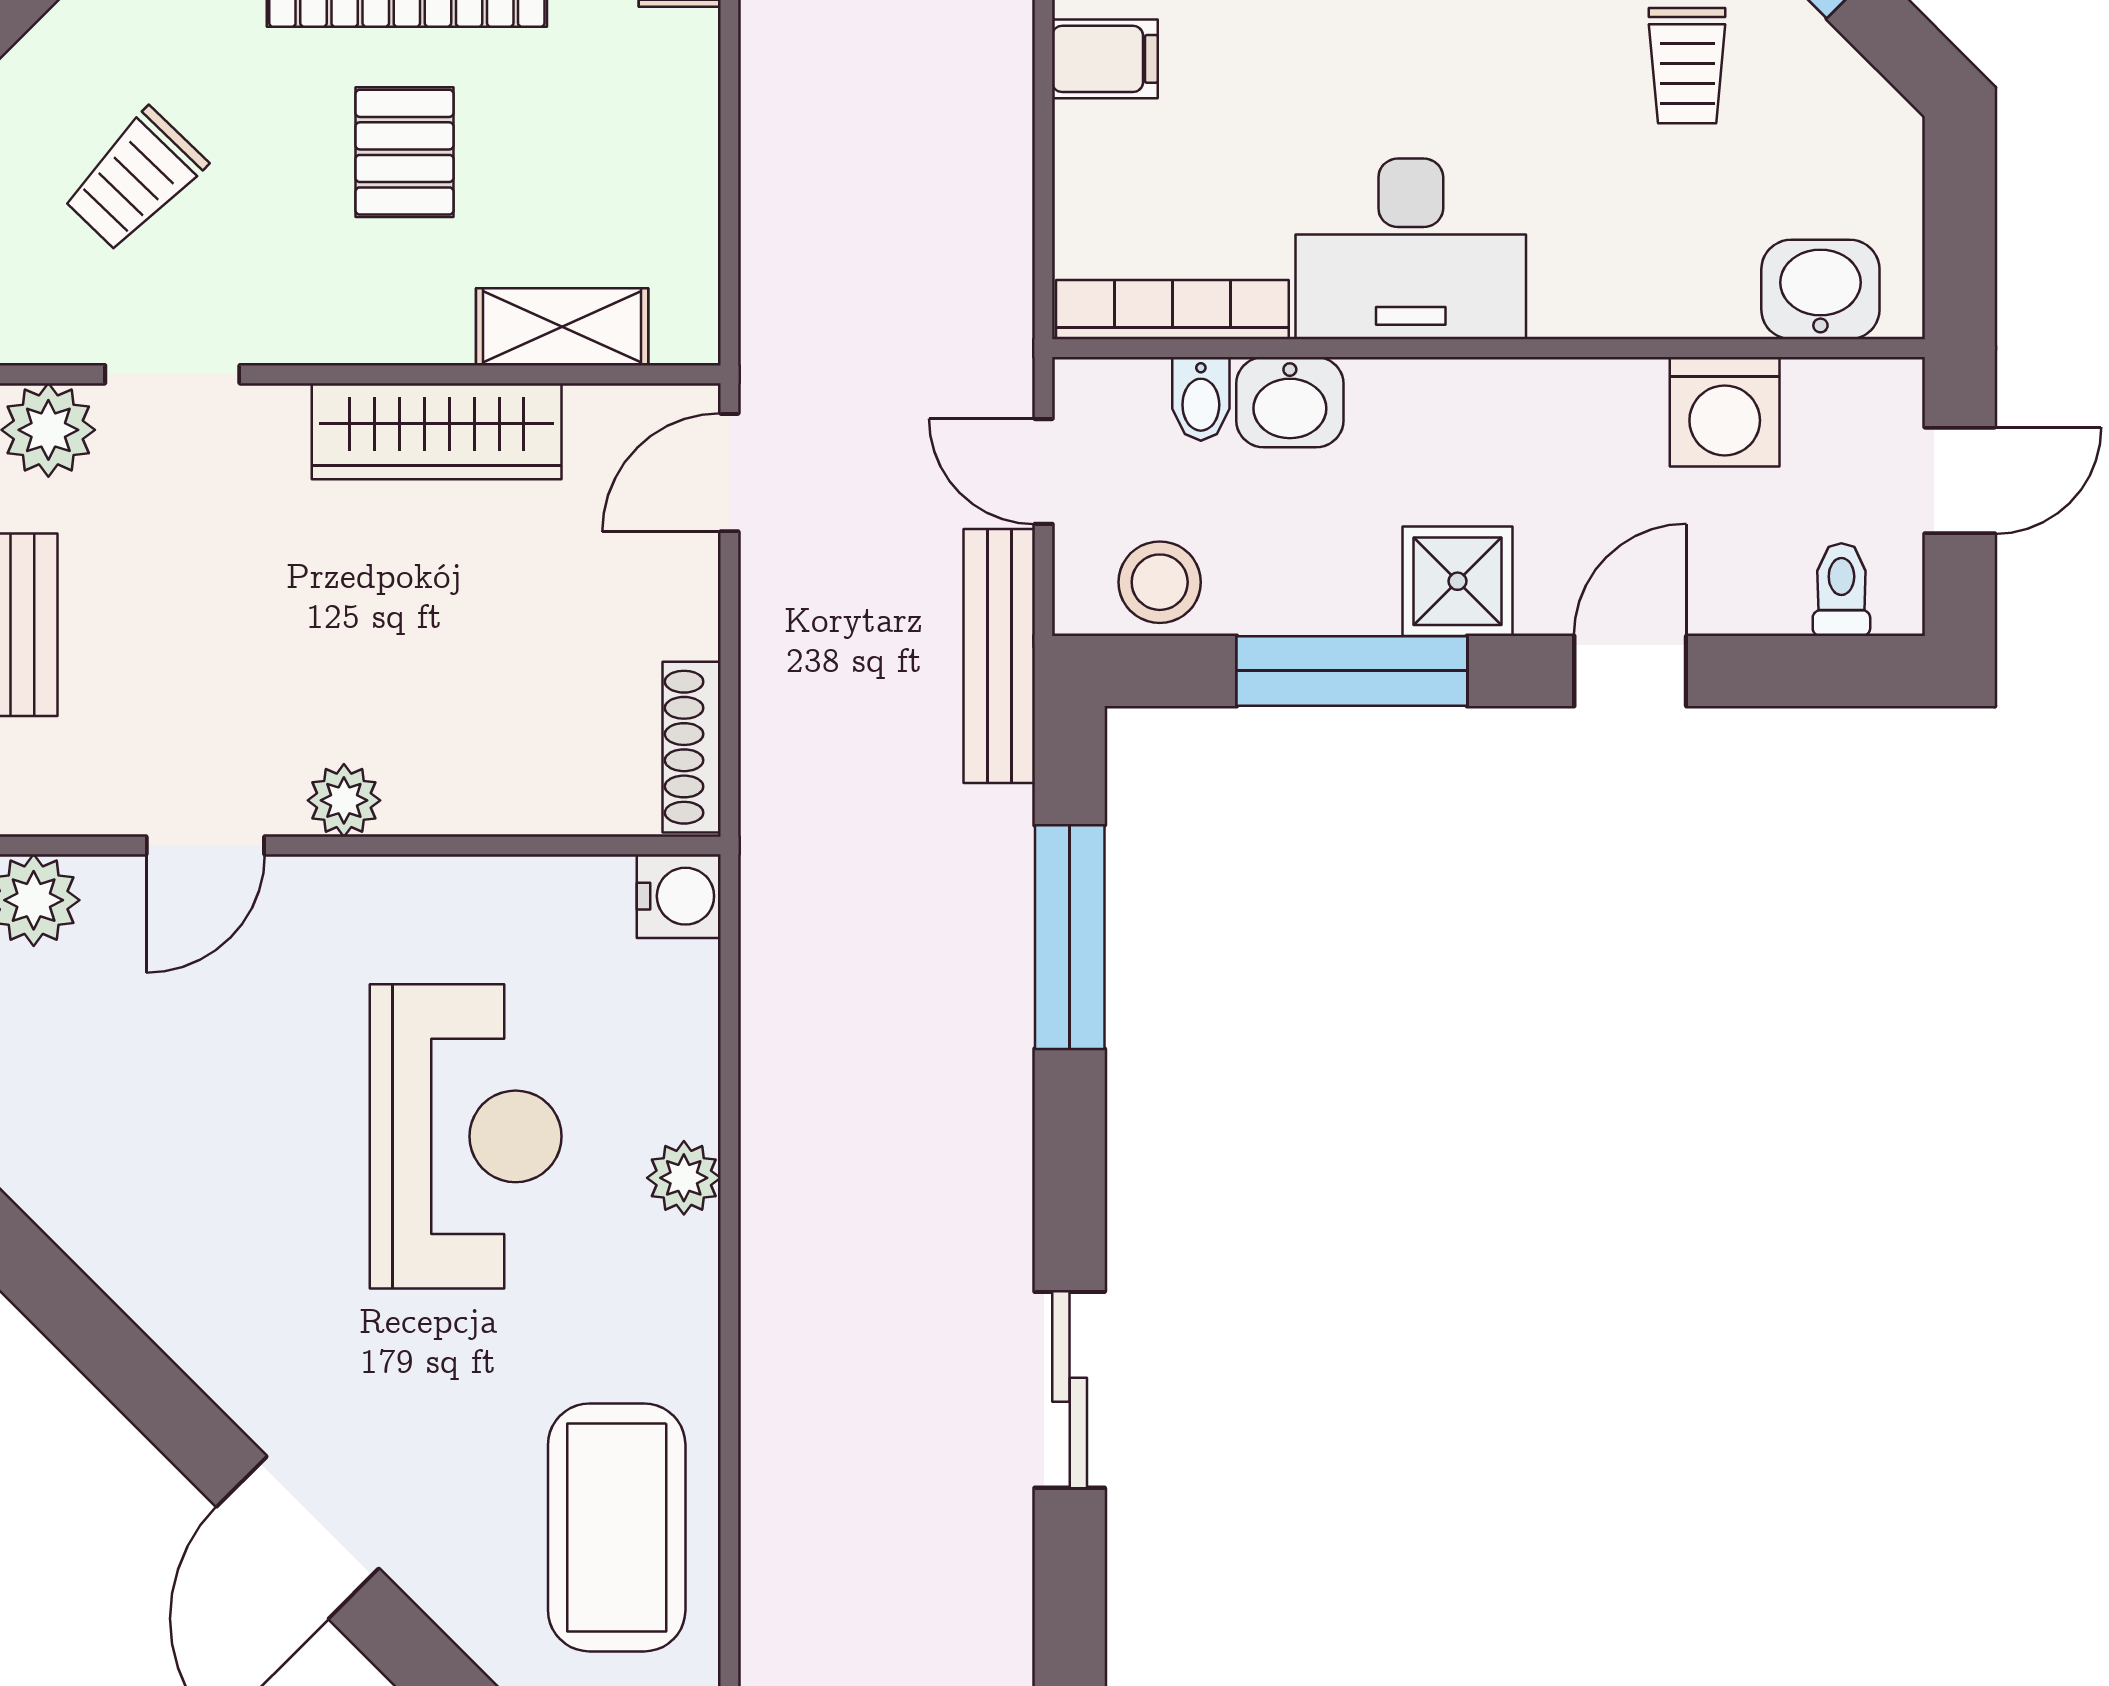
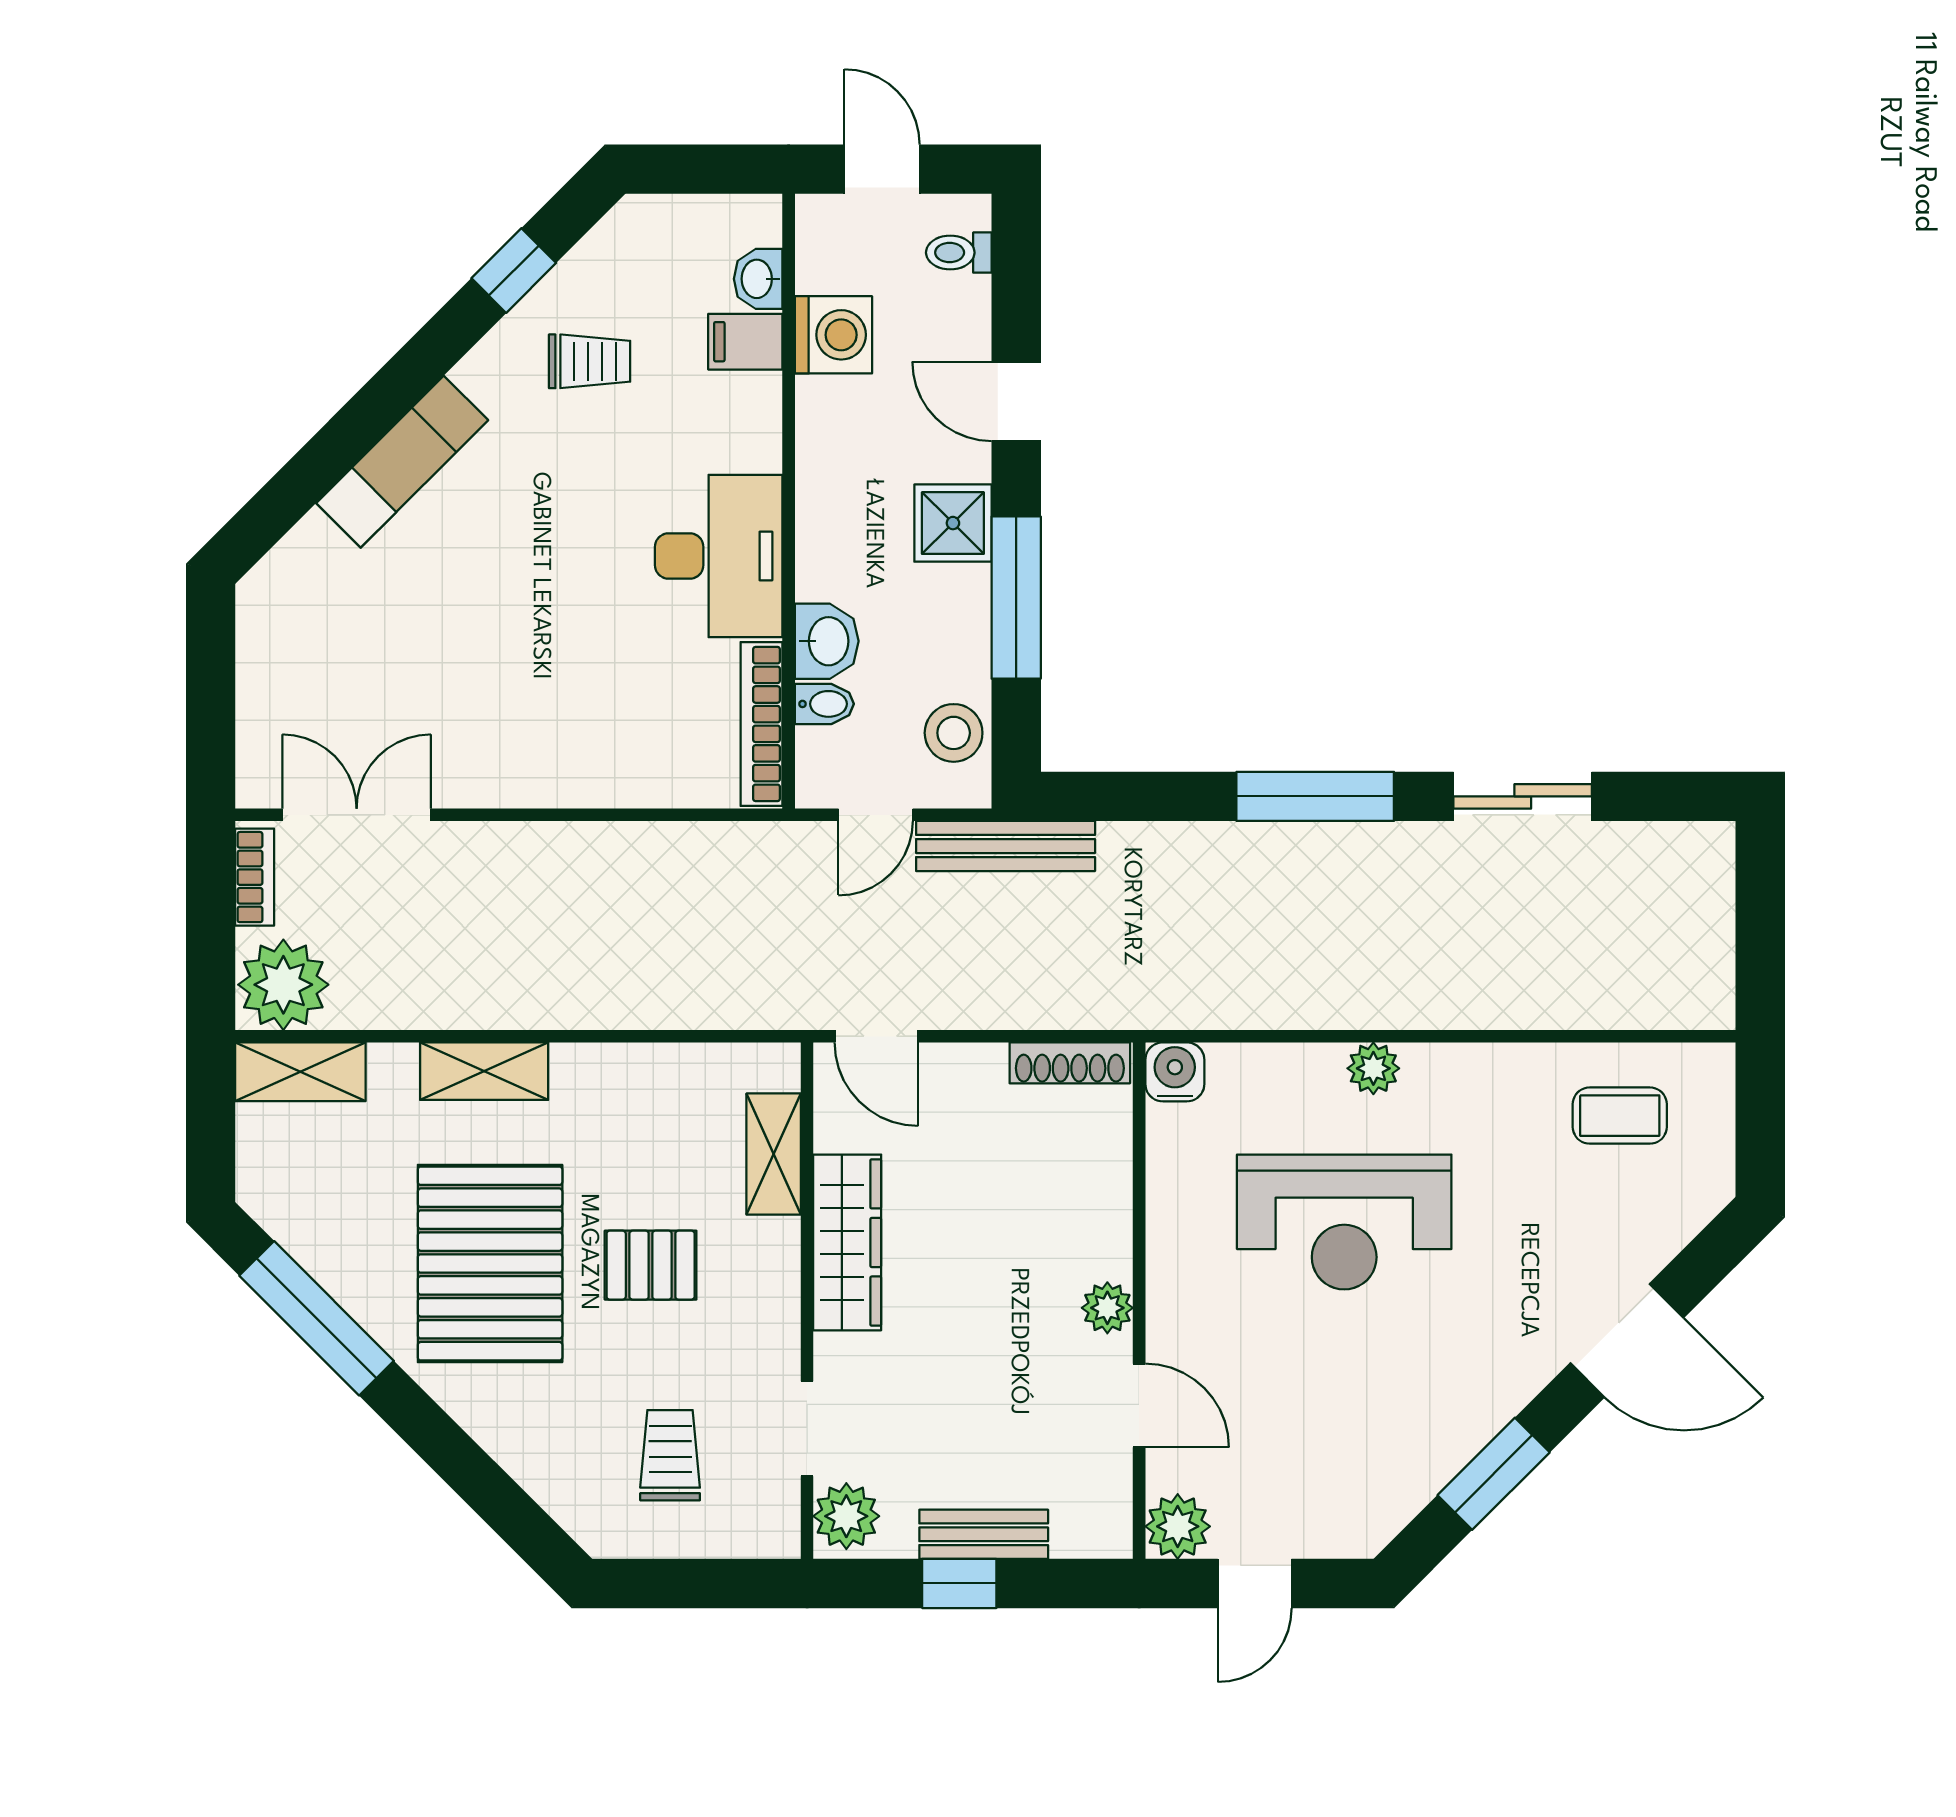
filing cabinet: (1105, 59) -> (745, 342), moved, turned -90
trolley: (135, 180) -> (670, 1455), turned -134
washbasin: (1820, 289) -> (758, 279), width x0.72, depth x0.69
window: (1070, 937) -> (1315, 796), moved
reception desk: (466, 1136) -> (1344, 1222), turned 180
window: (108, 1348) -> (1494, 1474), added
coffee table: (617, 1527) -> (1620, 1116), width x0.54, depth x0.58

